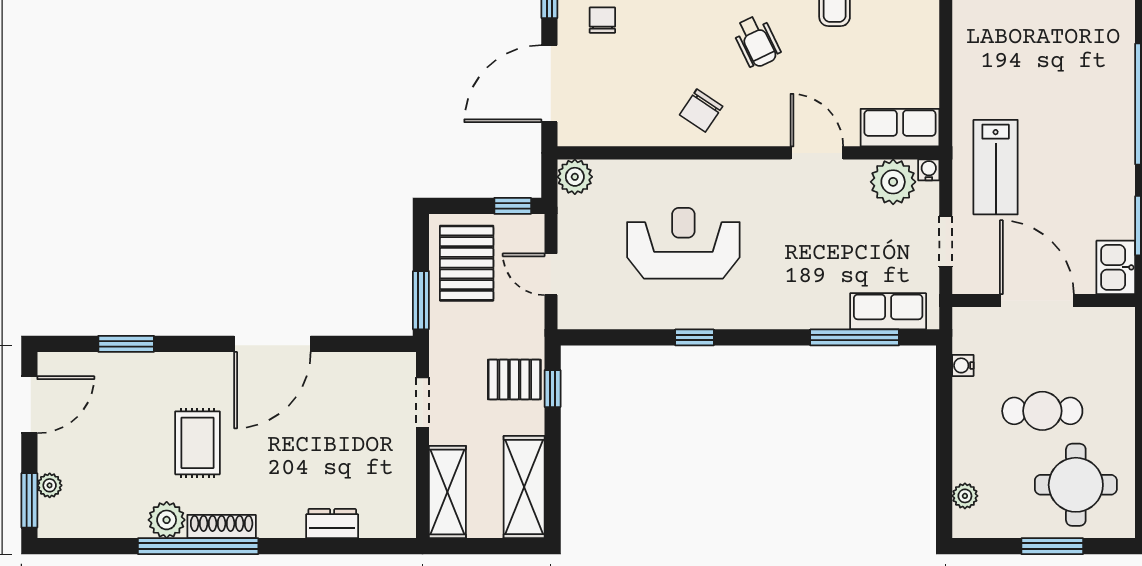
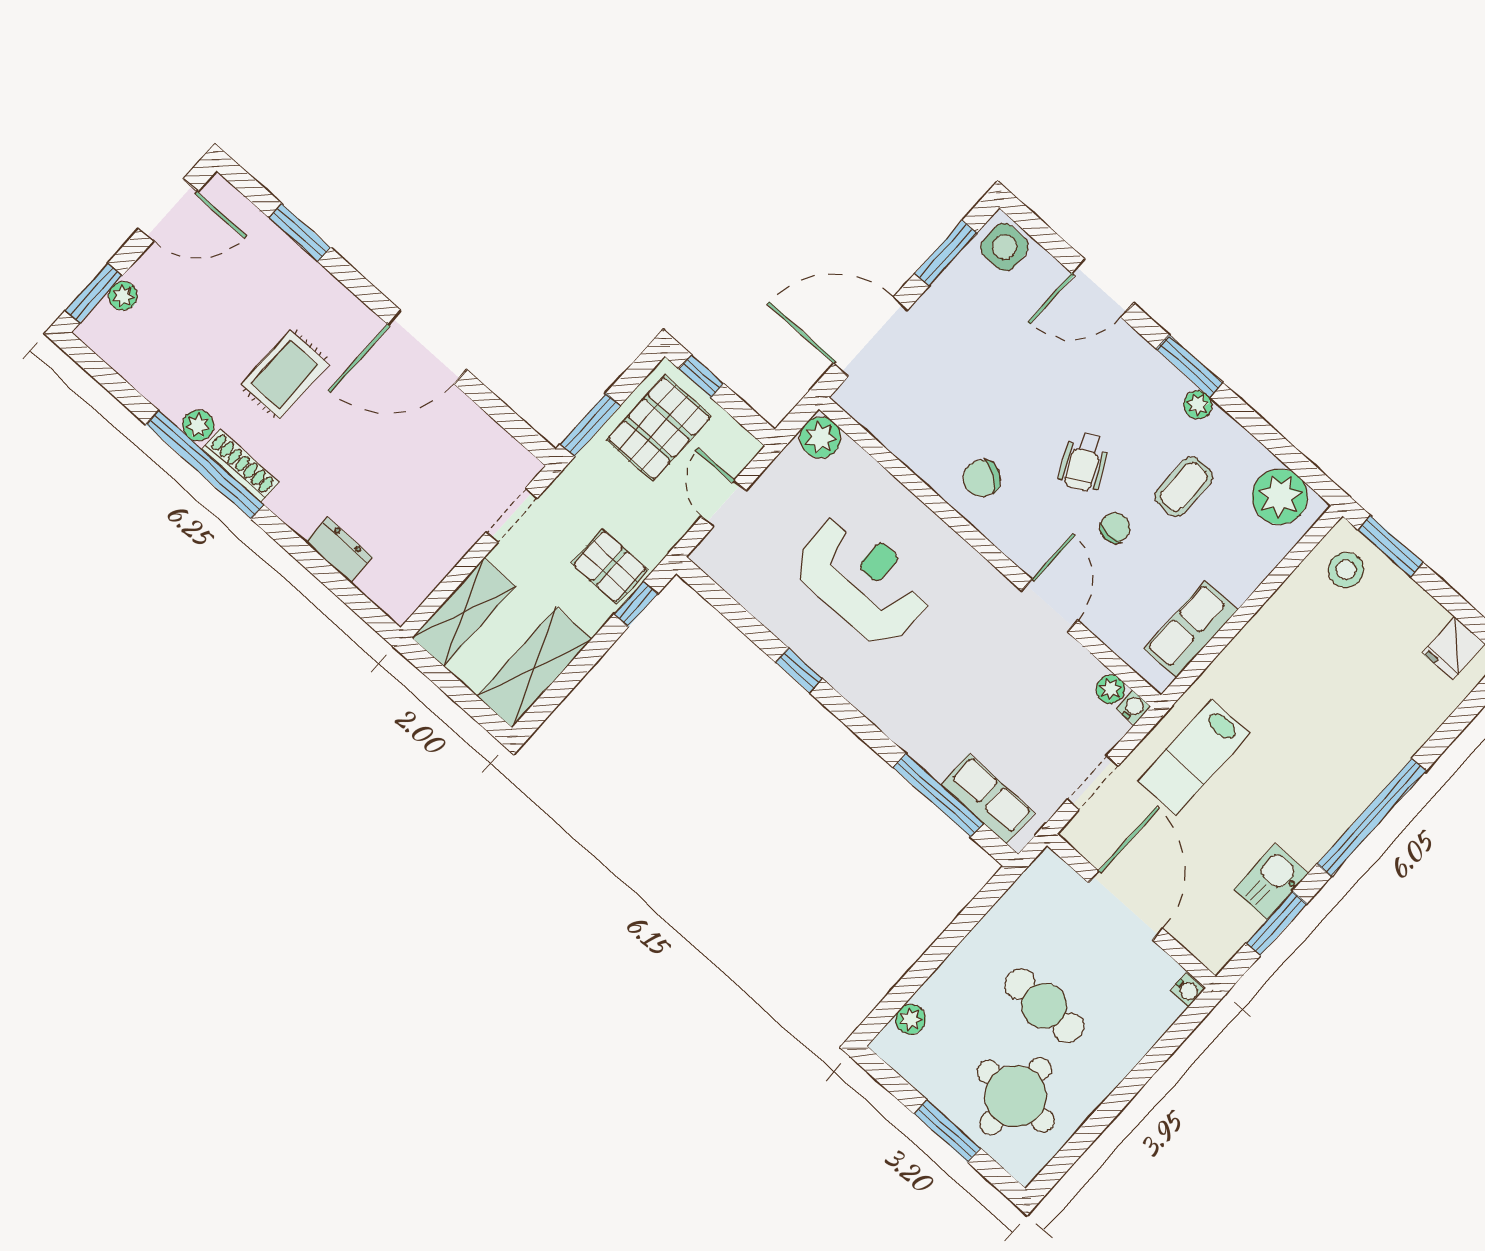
chair: (602, 20) -> (1115, 528), moved
row of seats: (900, 128) -> (1191, 629), moved, turned -90
plant: (893, 182) -> (1110, 689), width x0.53, depth x0.53
window: (513, 206) -> (701, 376), moved
kitchen sink: (1116, 267) -> (1271, 881), moved
water cooler: (963, 365) -> (1187, 990), moved, turned 180
plant: (167, 520) -> (198, 425), width x0.73, depth x0.73

